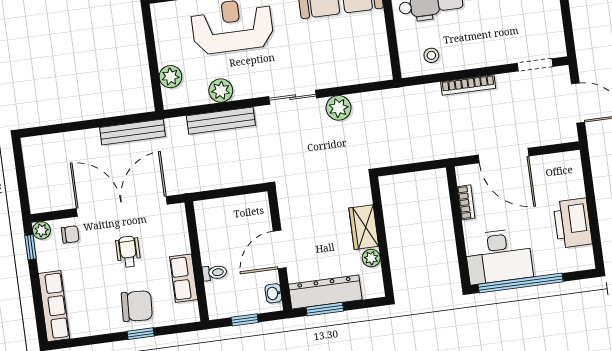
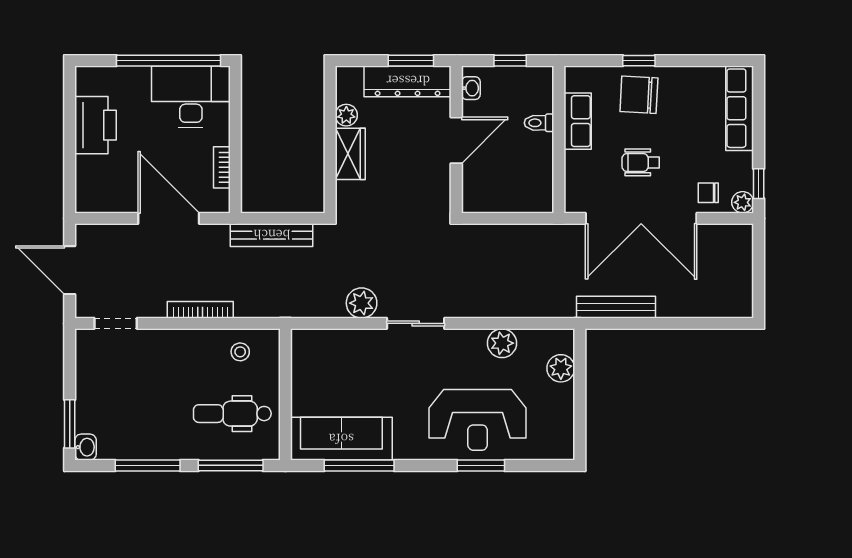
bench: (221, 121) -> (272, 235), moved
wheelchair: (128, 252) -> (641, 162), turned 90

